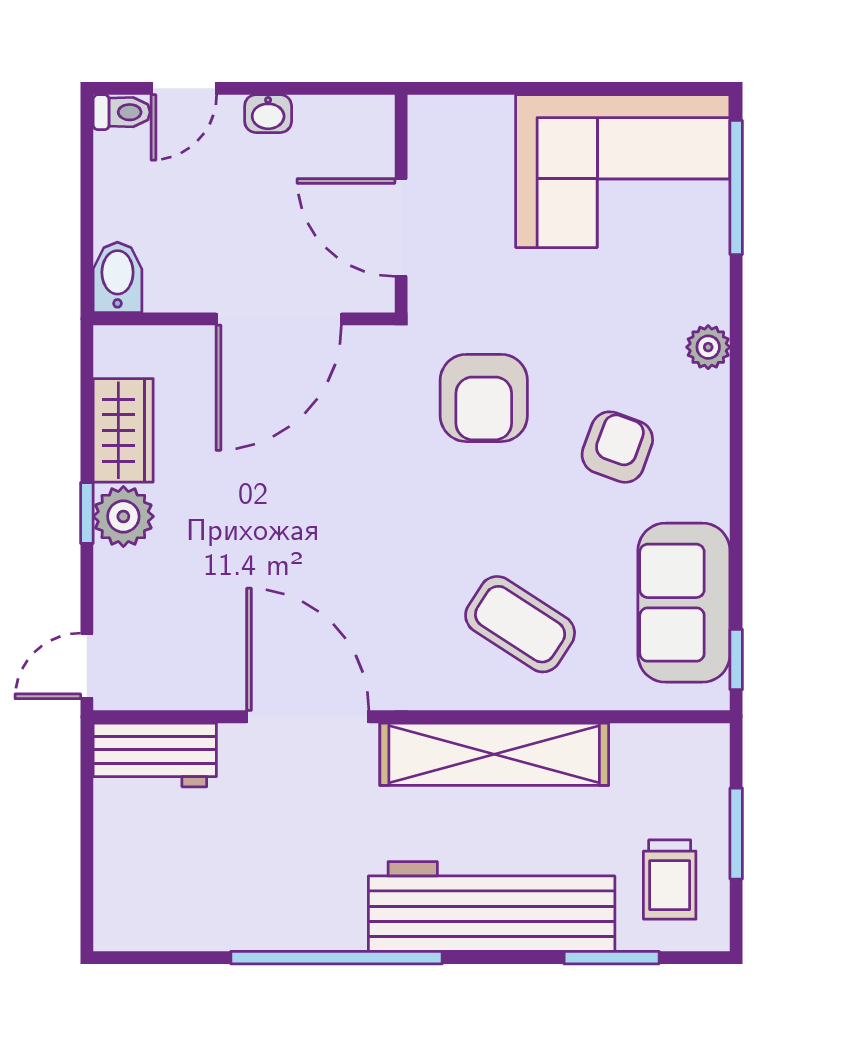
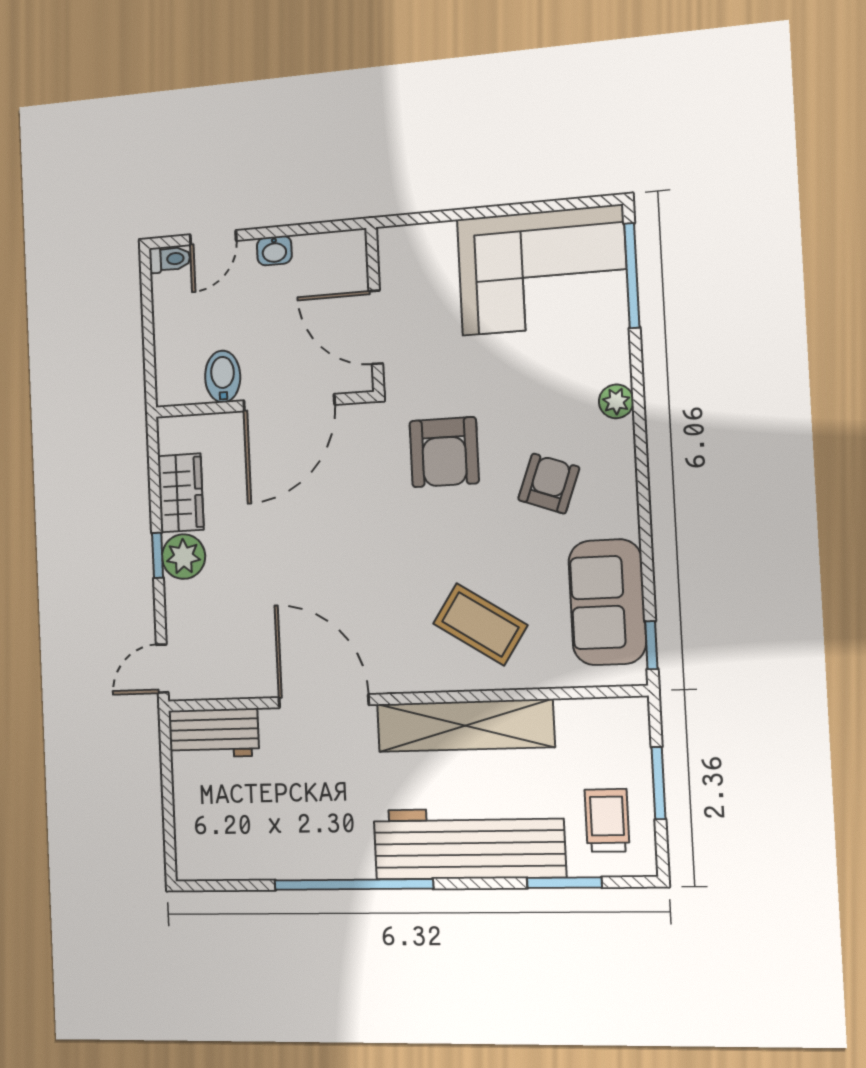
bidet: (117, 277) -> (223, 377), moved
trolley: (670, 880) -> (607, 820), turned 180

